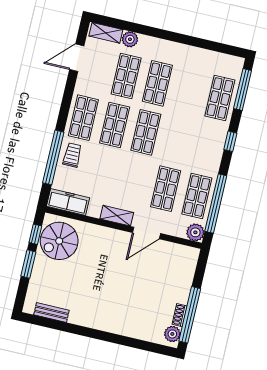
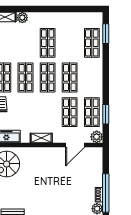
shop shelf: (126, 76) -> (70, 77), moved
window: (243, 90) -> (106, 34), width x0.69
window: (230, 141) -> (106, 70), removed
window: (216, 203) -> (106, 114), width x0.47
door: (146, 233) -> (75, 145), moved

